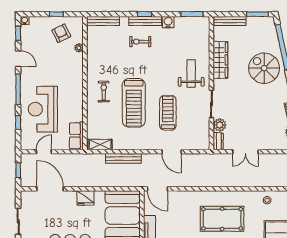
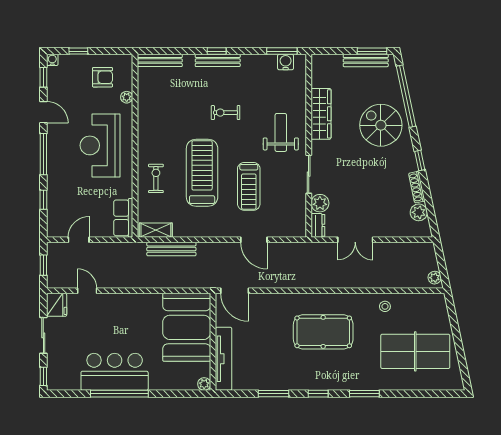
window: (56, 14) -> (78, 51), moved
bench: (230, 21) -> (366, 60), moved
water cooler: (168, 22) -> (286, 62), moved
armchair: (61, 33) -> (103, 77), turned 116
exercise bike: (140, 42) -> (226, 113), moved
exercise bike: (104, 91) -> (156, 178), moved
treadmill: (134, 103) -> (202, 173), turned 180
reception desk: (43, 109) -> (100, 145), moved
treadmill: (168, 113) -> (249, 186), turned 180
bench: (123, 158) -> (171, 249), moved
door: (50, 189) -> (87, 291), width x0.53
fridge: (85, 198) -> (57, 305), moved, turned -90

